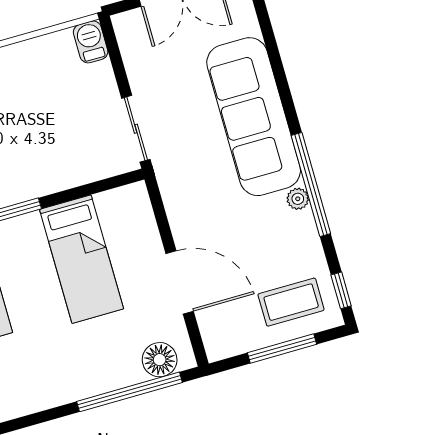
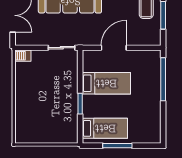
door: (180, 282) -> (114, 48), moved
floor lamp: (160, 360) -> (154, 64), removed

